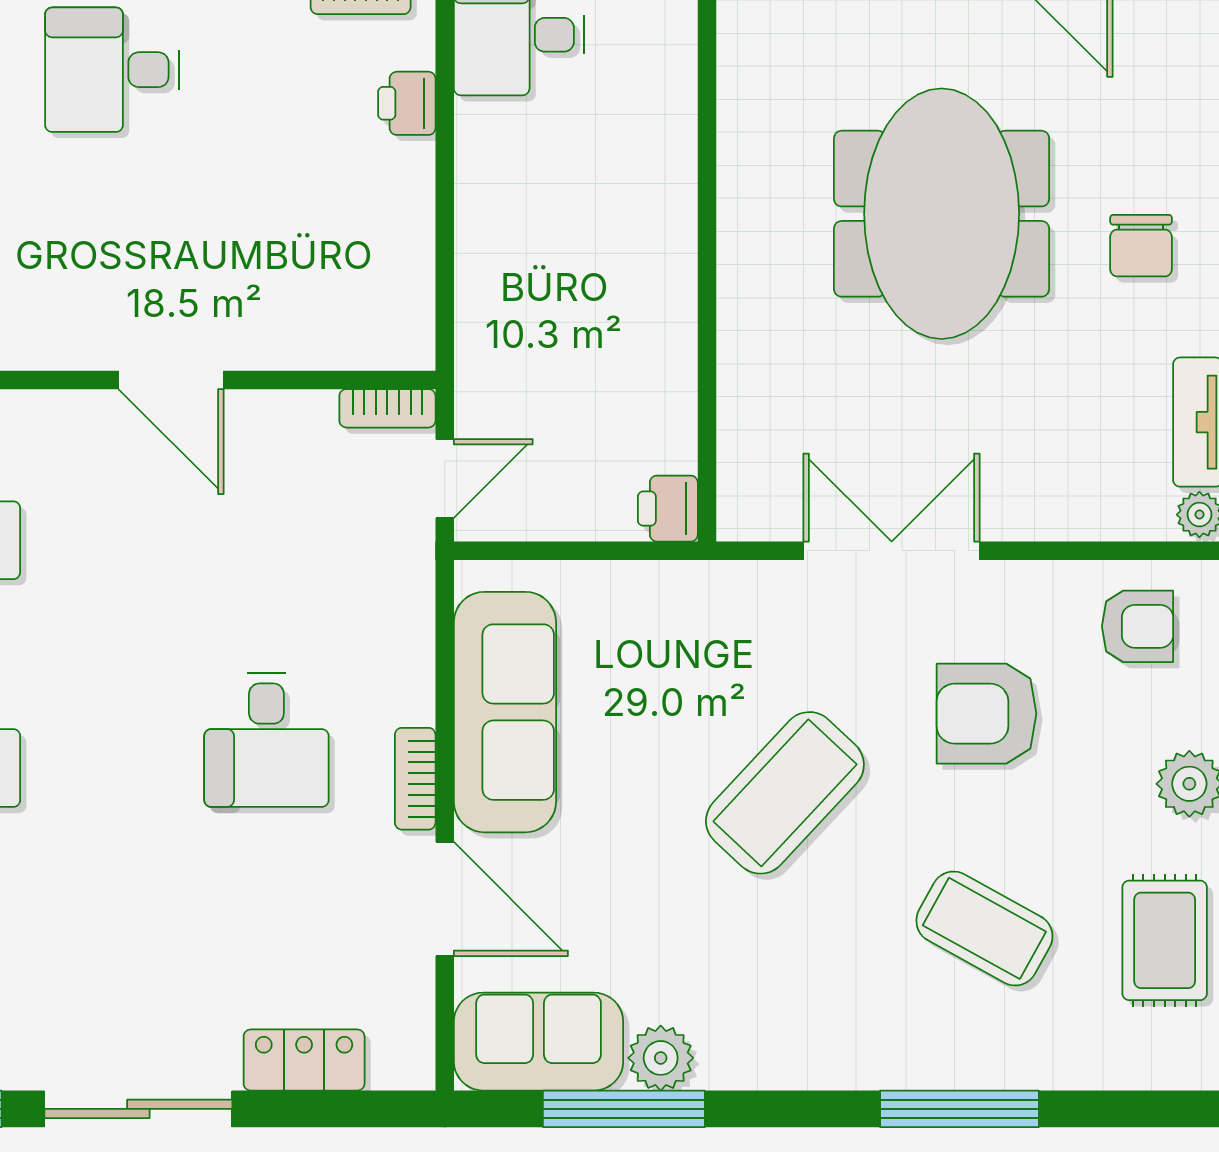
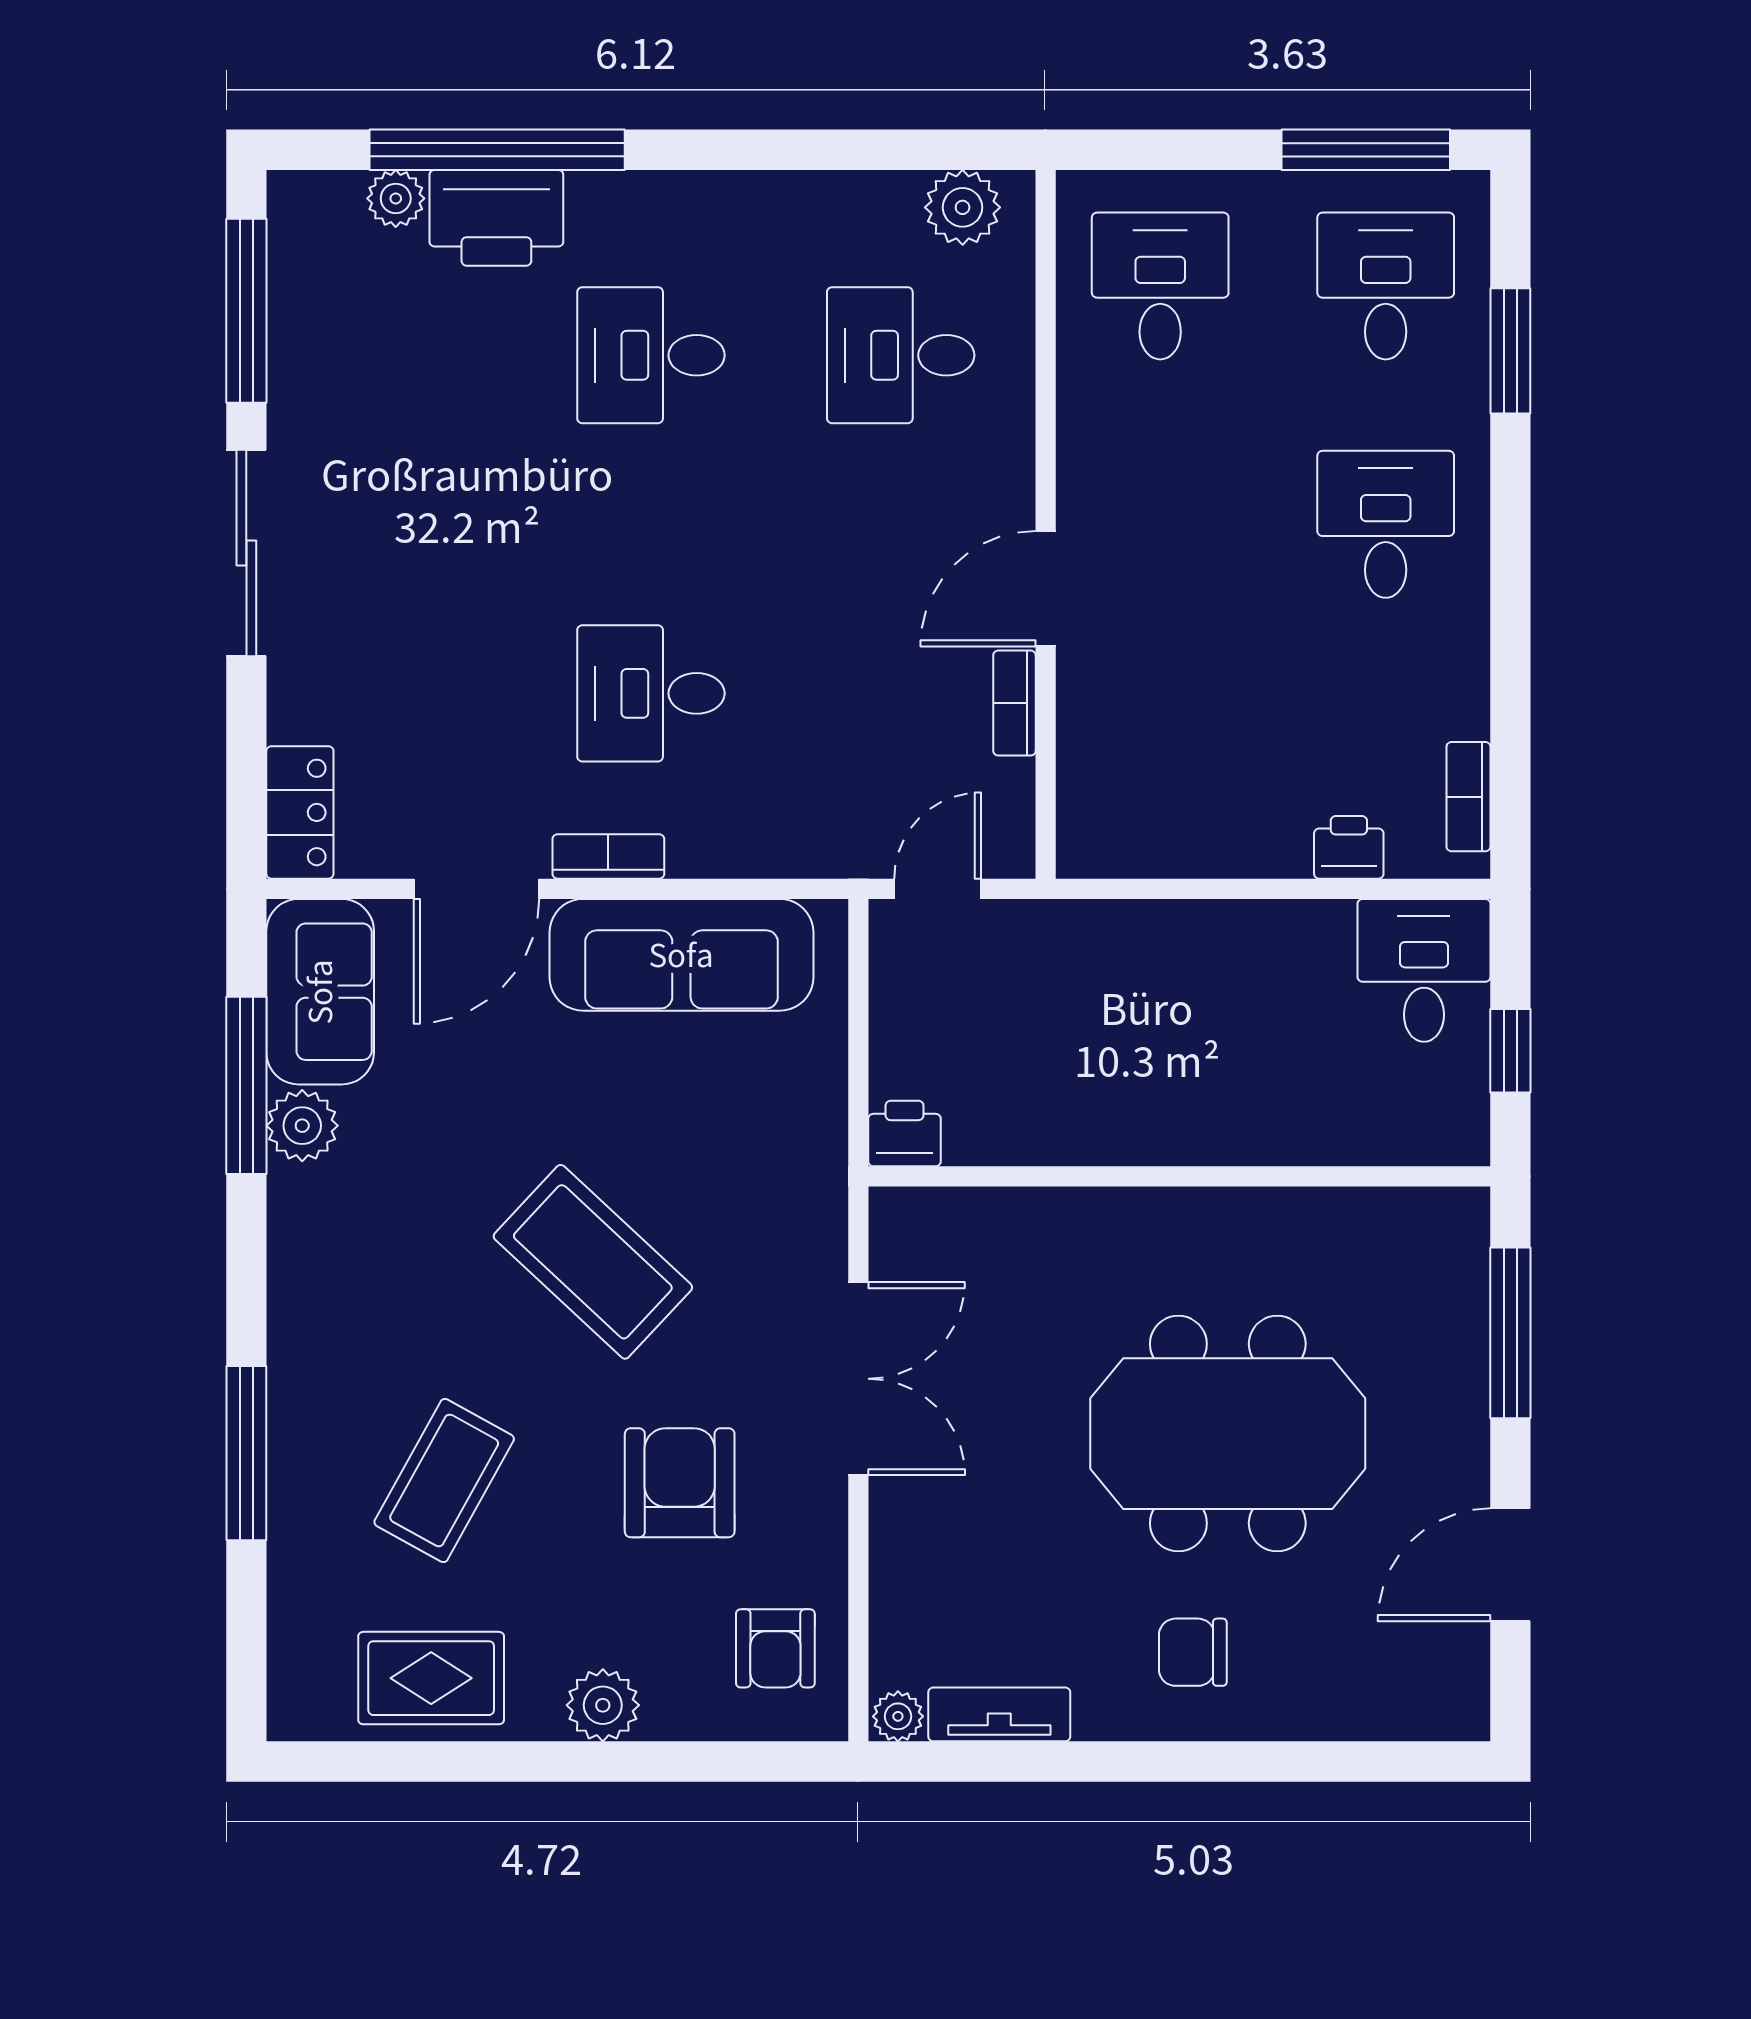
bookcase: (387, 408) -> (1014, 703), moved
door: (445, 478) -> (938, 889), swing flipped
locker: (304, 1060) -> (300, 812), moved

